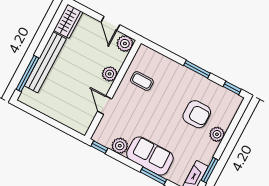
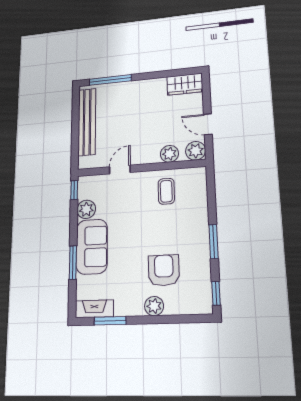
door: (110, 23) -> (208, 124), hinge flipped
bench: (45, 62) -> (87, 122), moved, turned 90
plant: (110, 74) -> (169, 154), moved
armchair: (197, 114) -> (164, 270), turned 180

